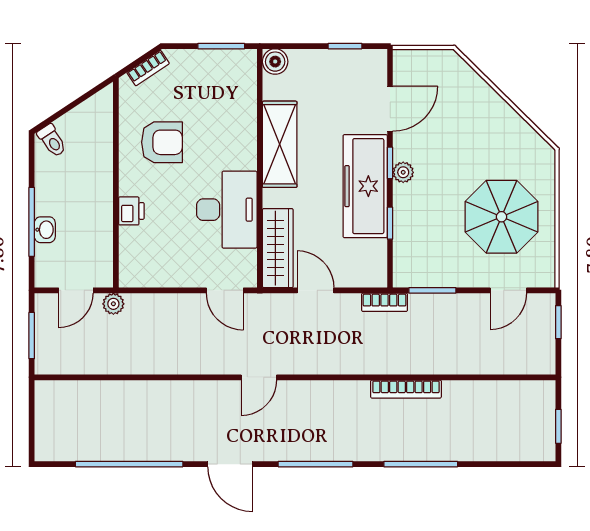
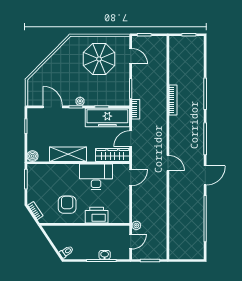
freezer: (365, 186) -> (107, 117), moved
printer: (131, 211) -> (97, 215), width x1.87, depth x1.48
door: (76, 290) -> (131, 242), hinge flipped

